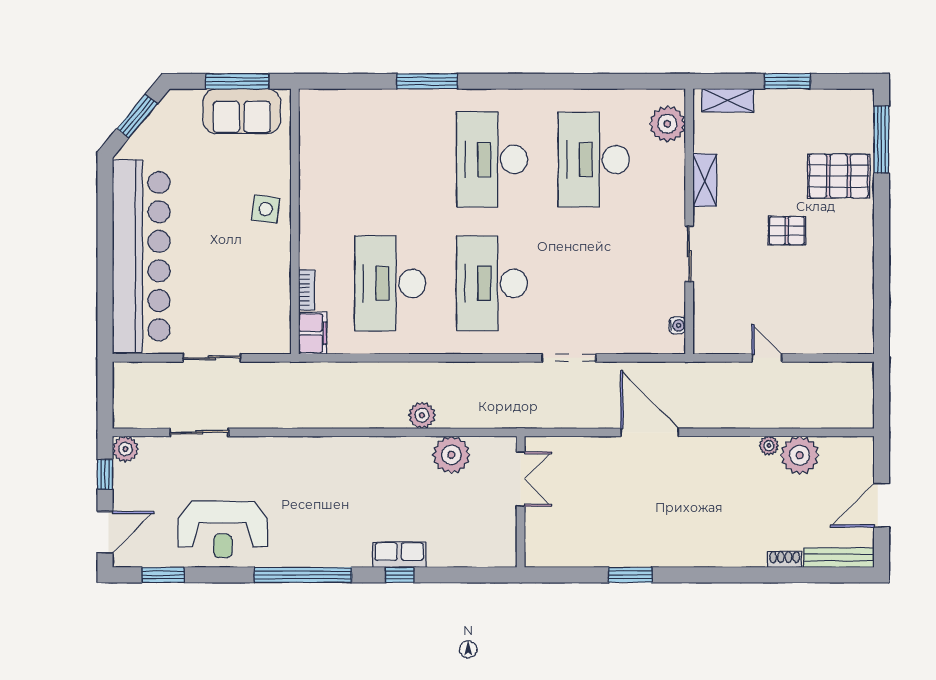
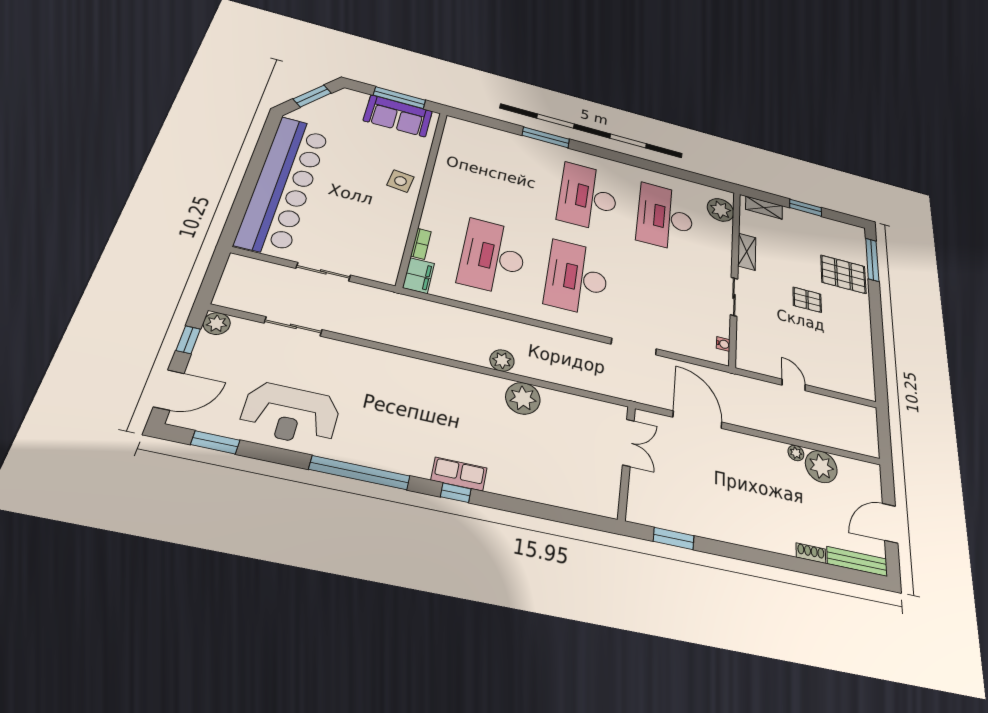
double door: (521, 479) -> (628, 443), moved
wall: (521, 502) -> (627, 462), moved

